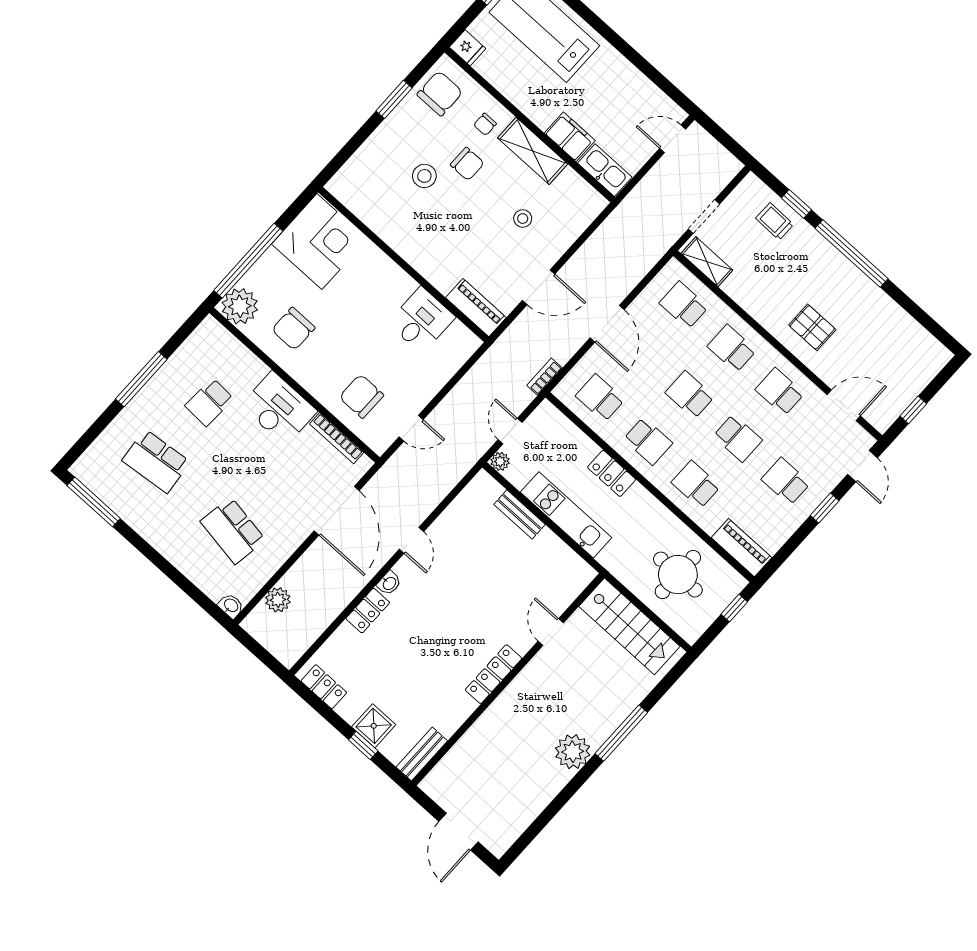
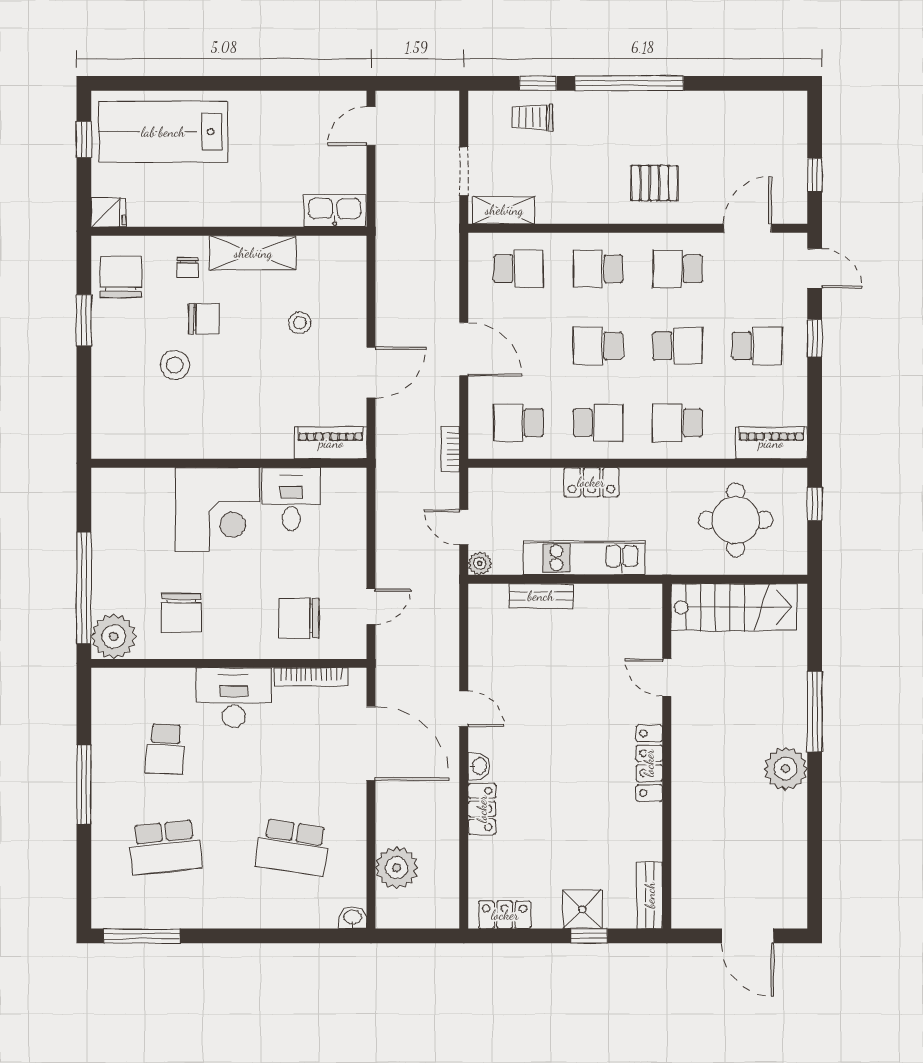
filing cabinet: (570, 137) -> (275, 209), removed
corner desk: (319, 242) -> (218, 510), moved, turned 90
school desk: (684, 305) -> (519, 269), turned 180
school desk: (786, 481) -> (757, 346), turned 180
plant: (278, 600) -> (397, 868), width x1.36, depth x1.36

